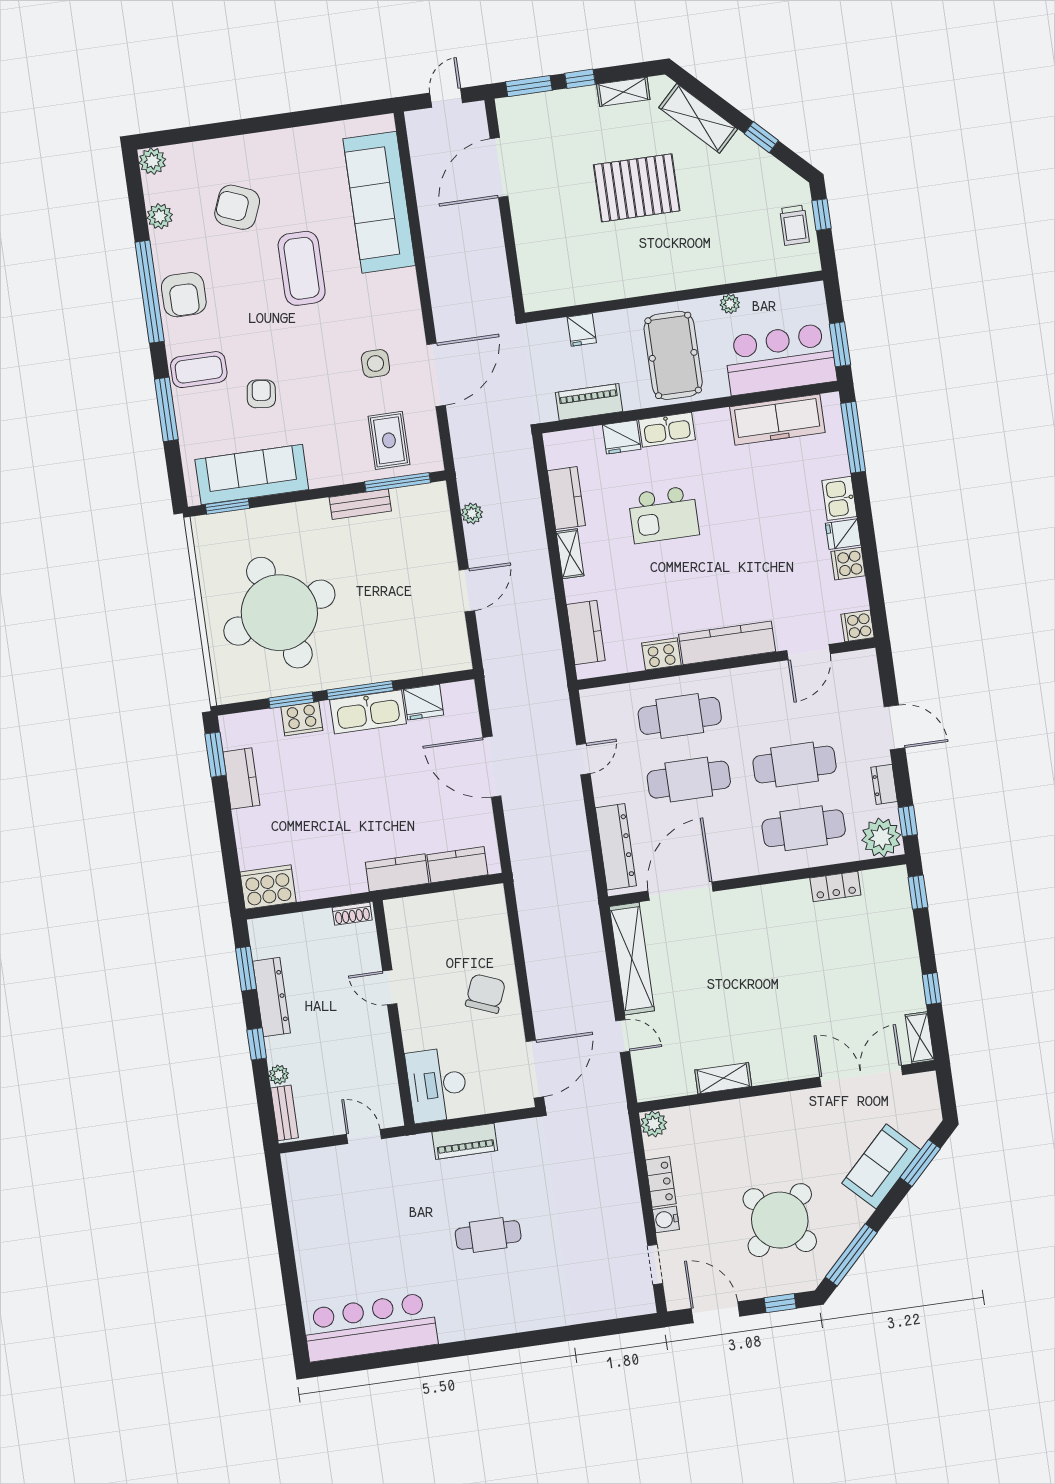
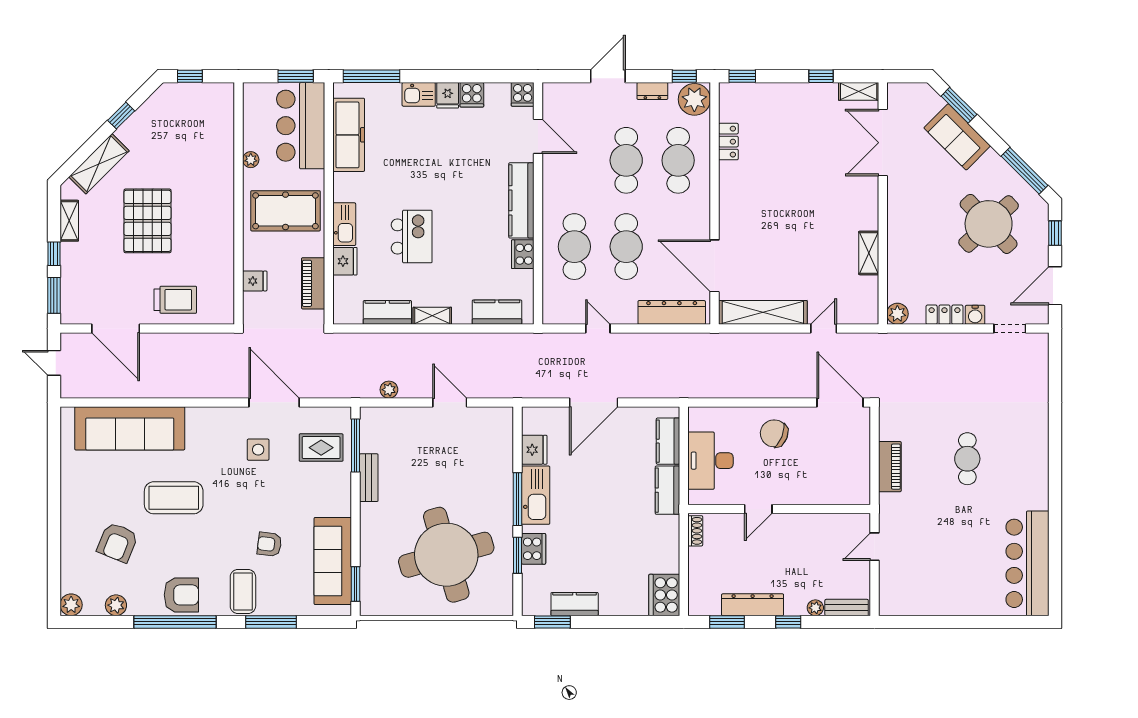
trolley: (794, 225) -> (175, 300), moved, width x1.36, depth x1.39
desk: (437, 1085) -> (710, 461), moved, turned 90

